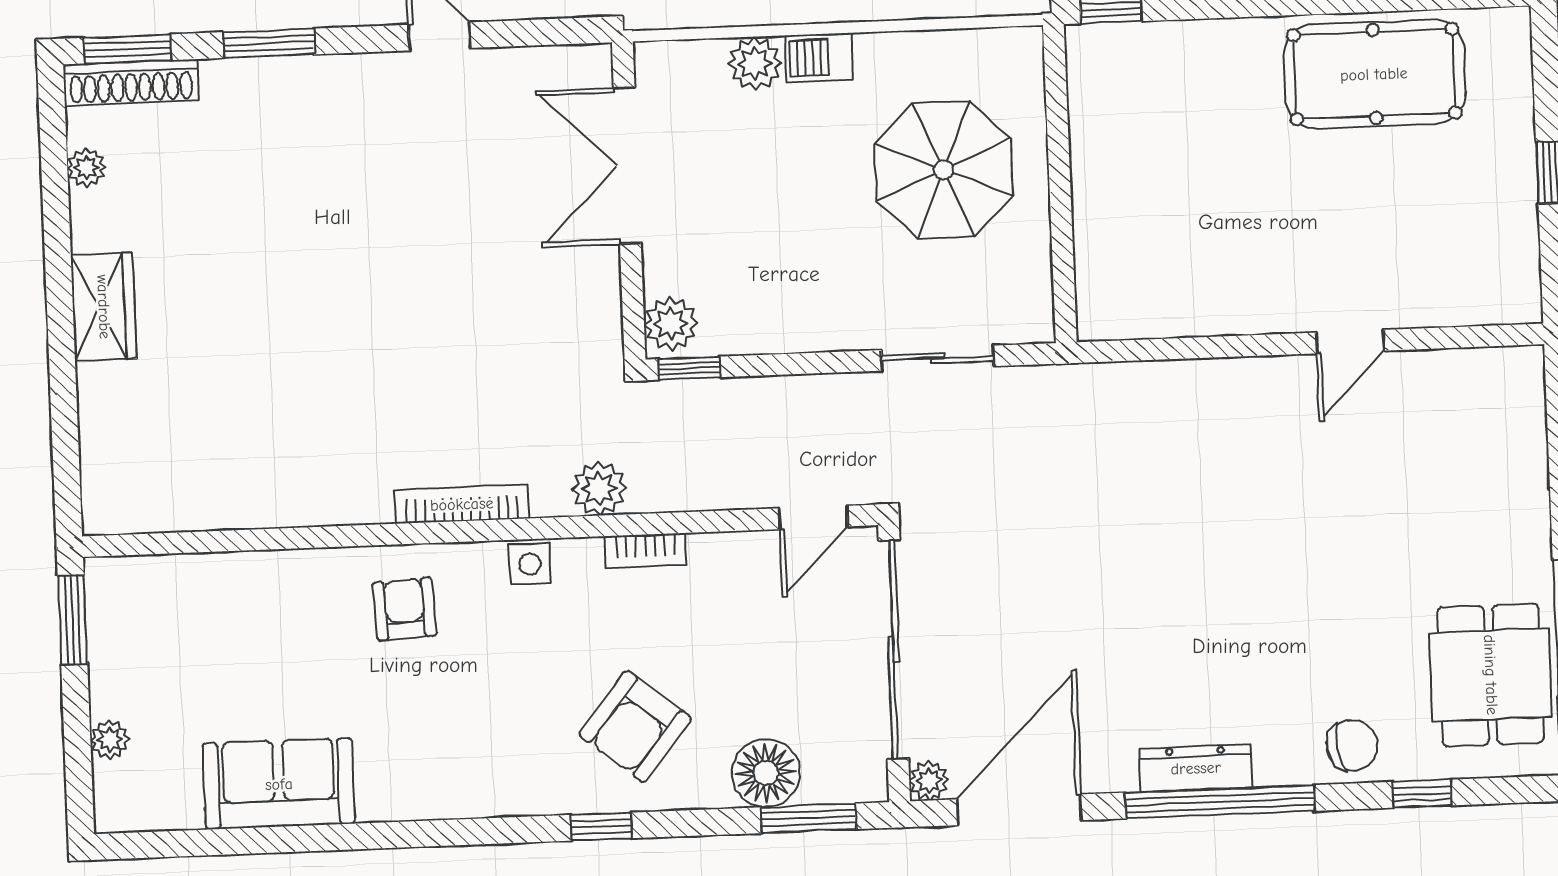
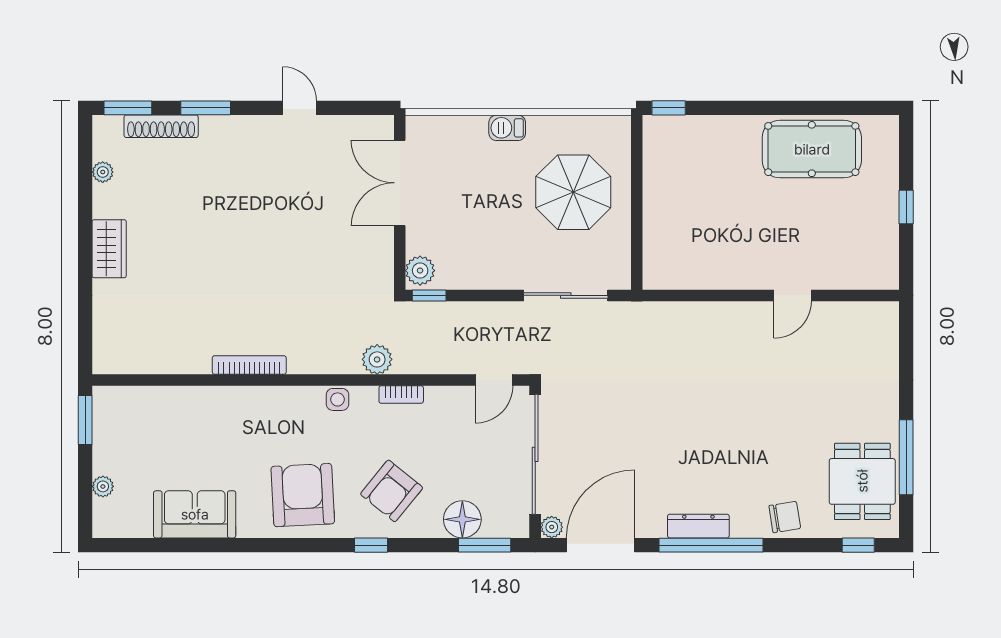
plant: (755, 63) -> (472, 130), removed
shoe rack: (131, 82) -> (161, 126), moved
sliding door: (938, 358) -> (566, 295), width x1.37
bookcase: (462, 504) -> (249, 365), moved
armchair: (405, 609) -> (303, 495), moved, width x1.88, depth x1.88
window: (1422, 794) -> (858, 545), moved

